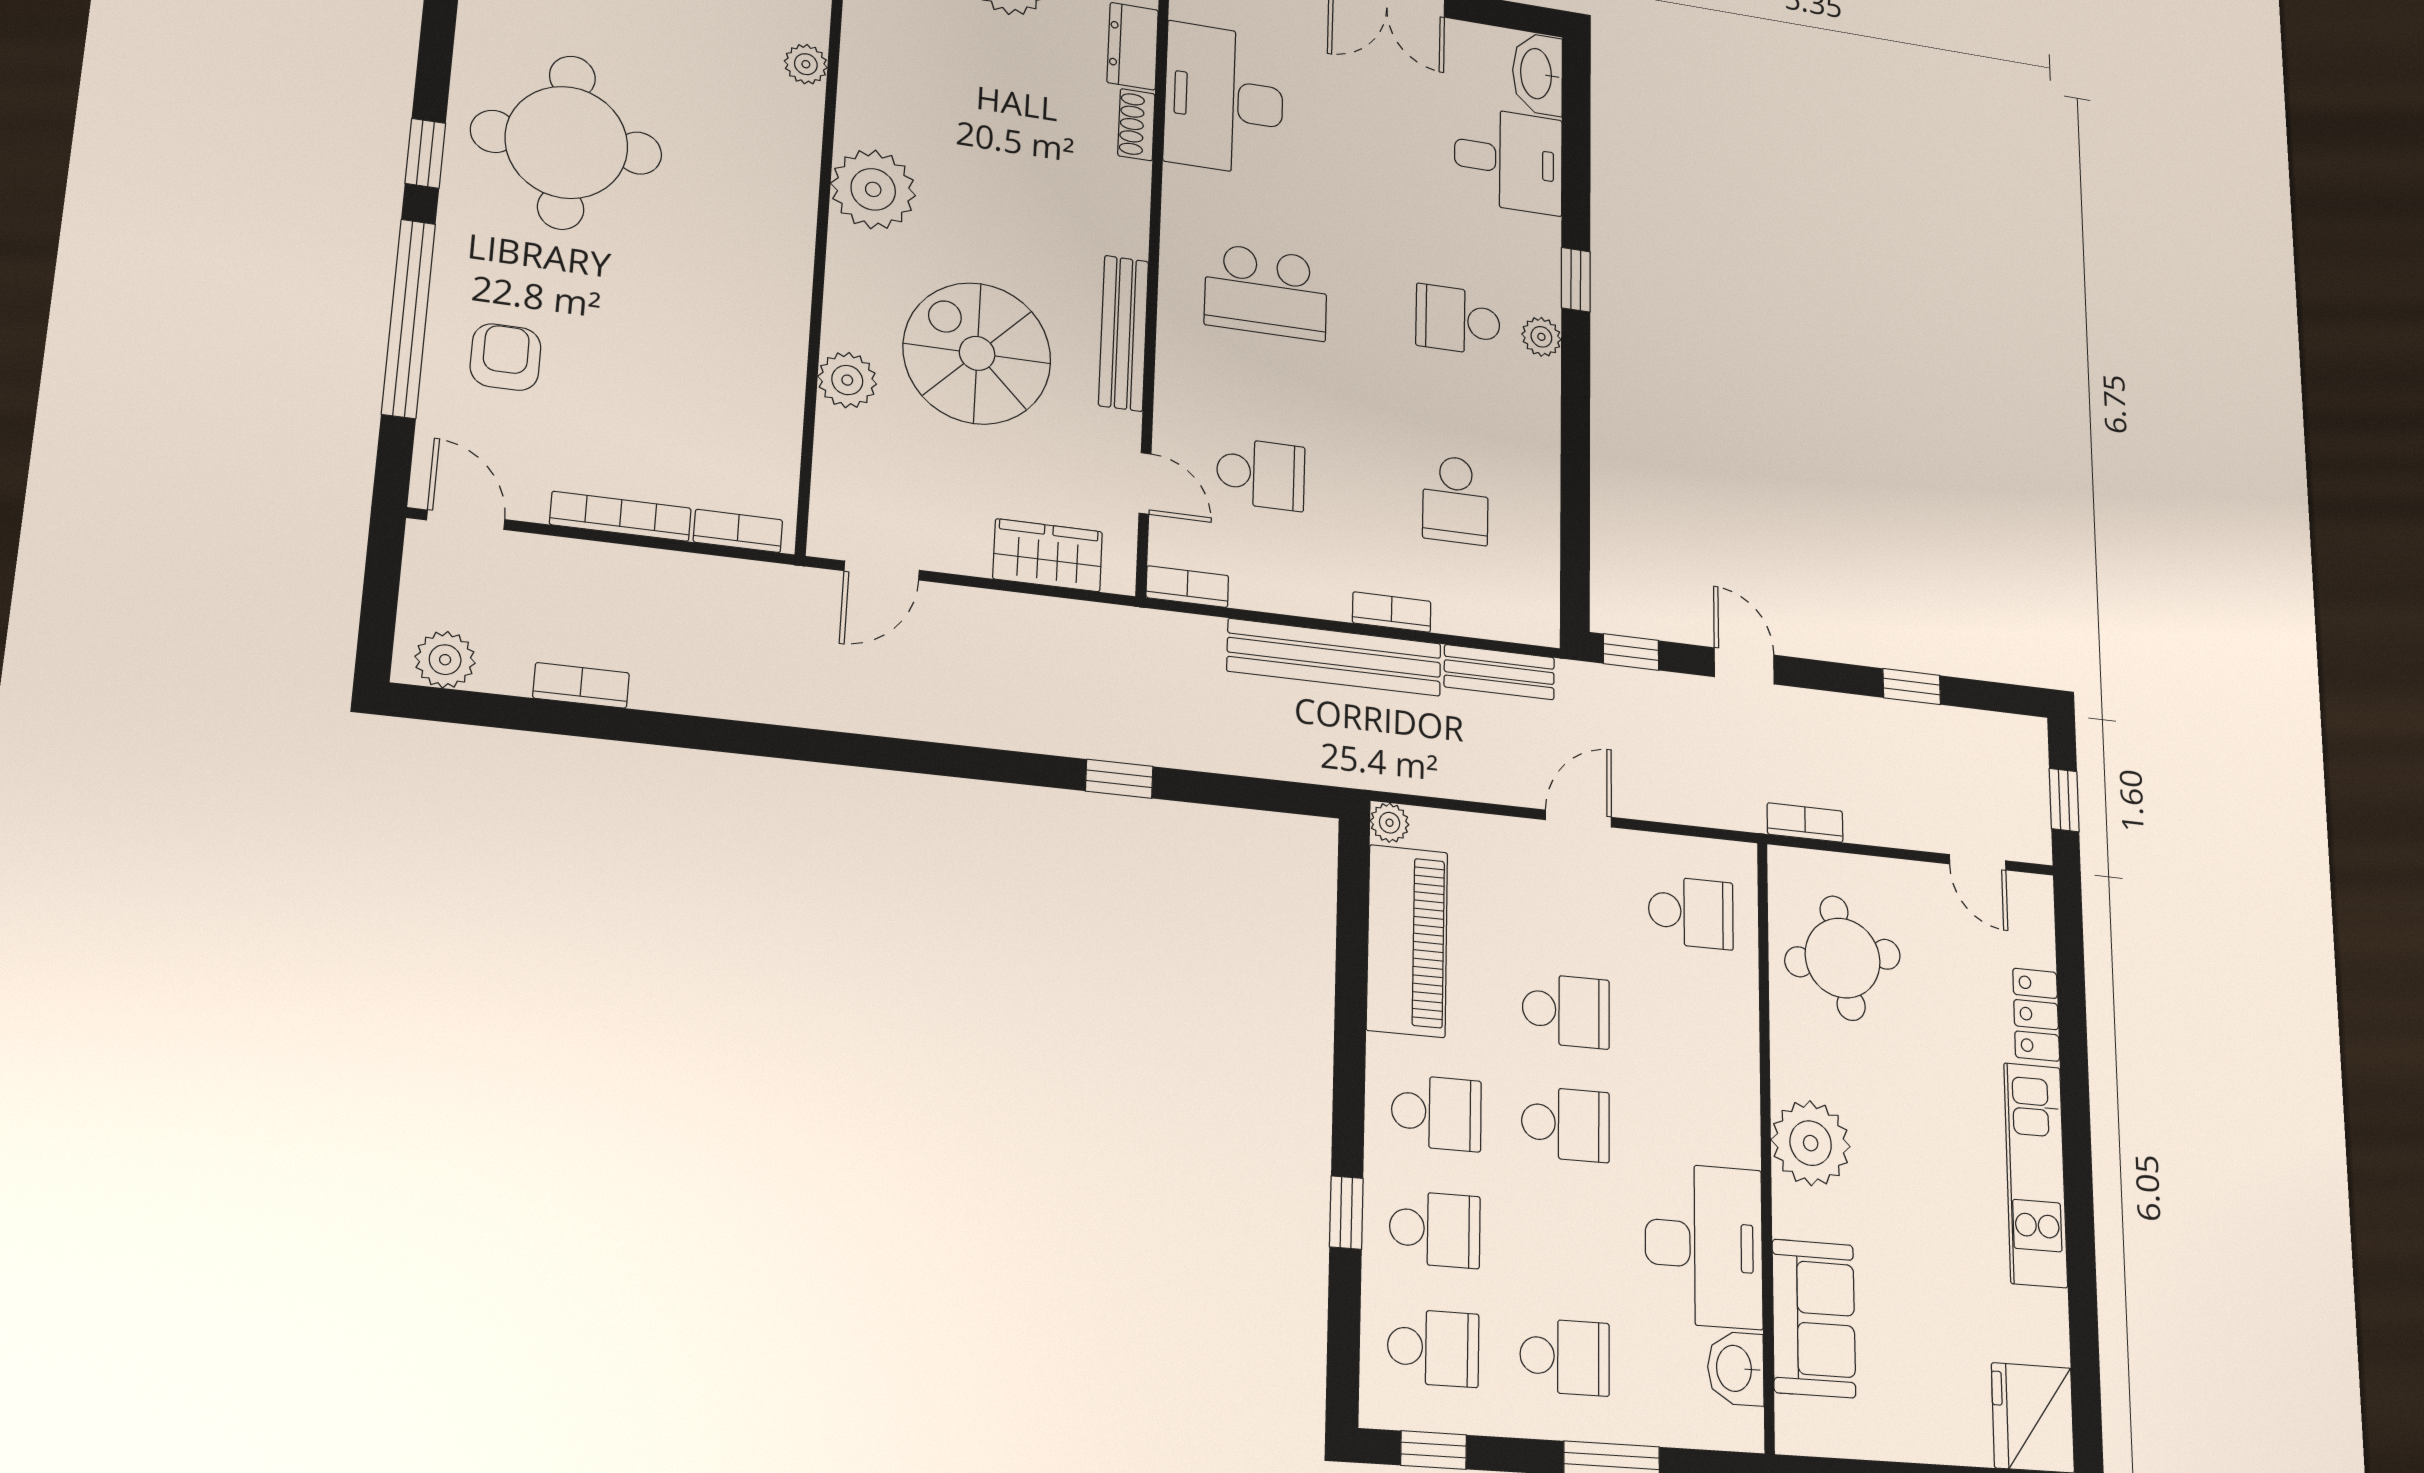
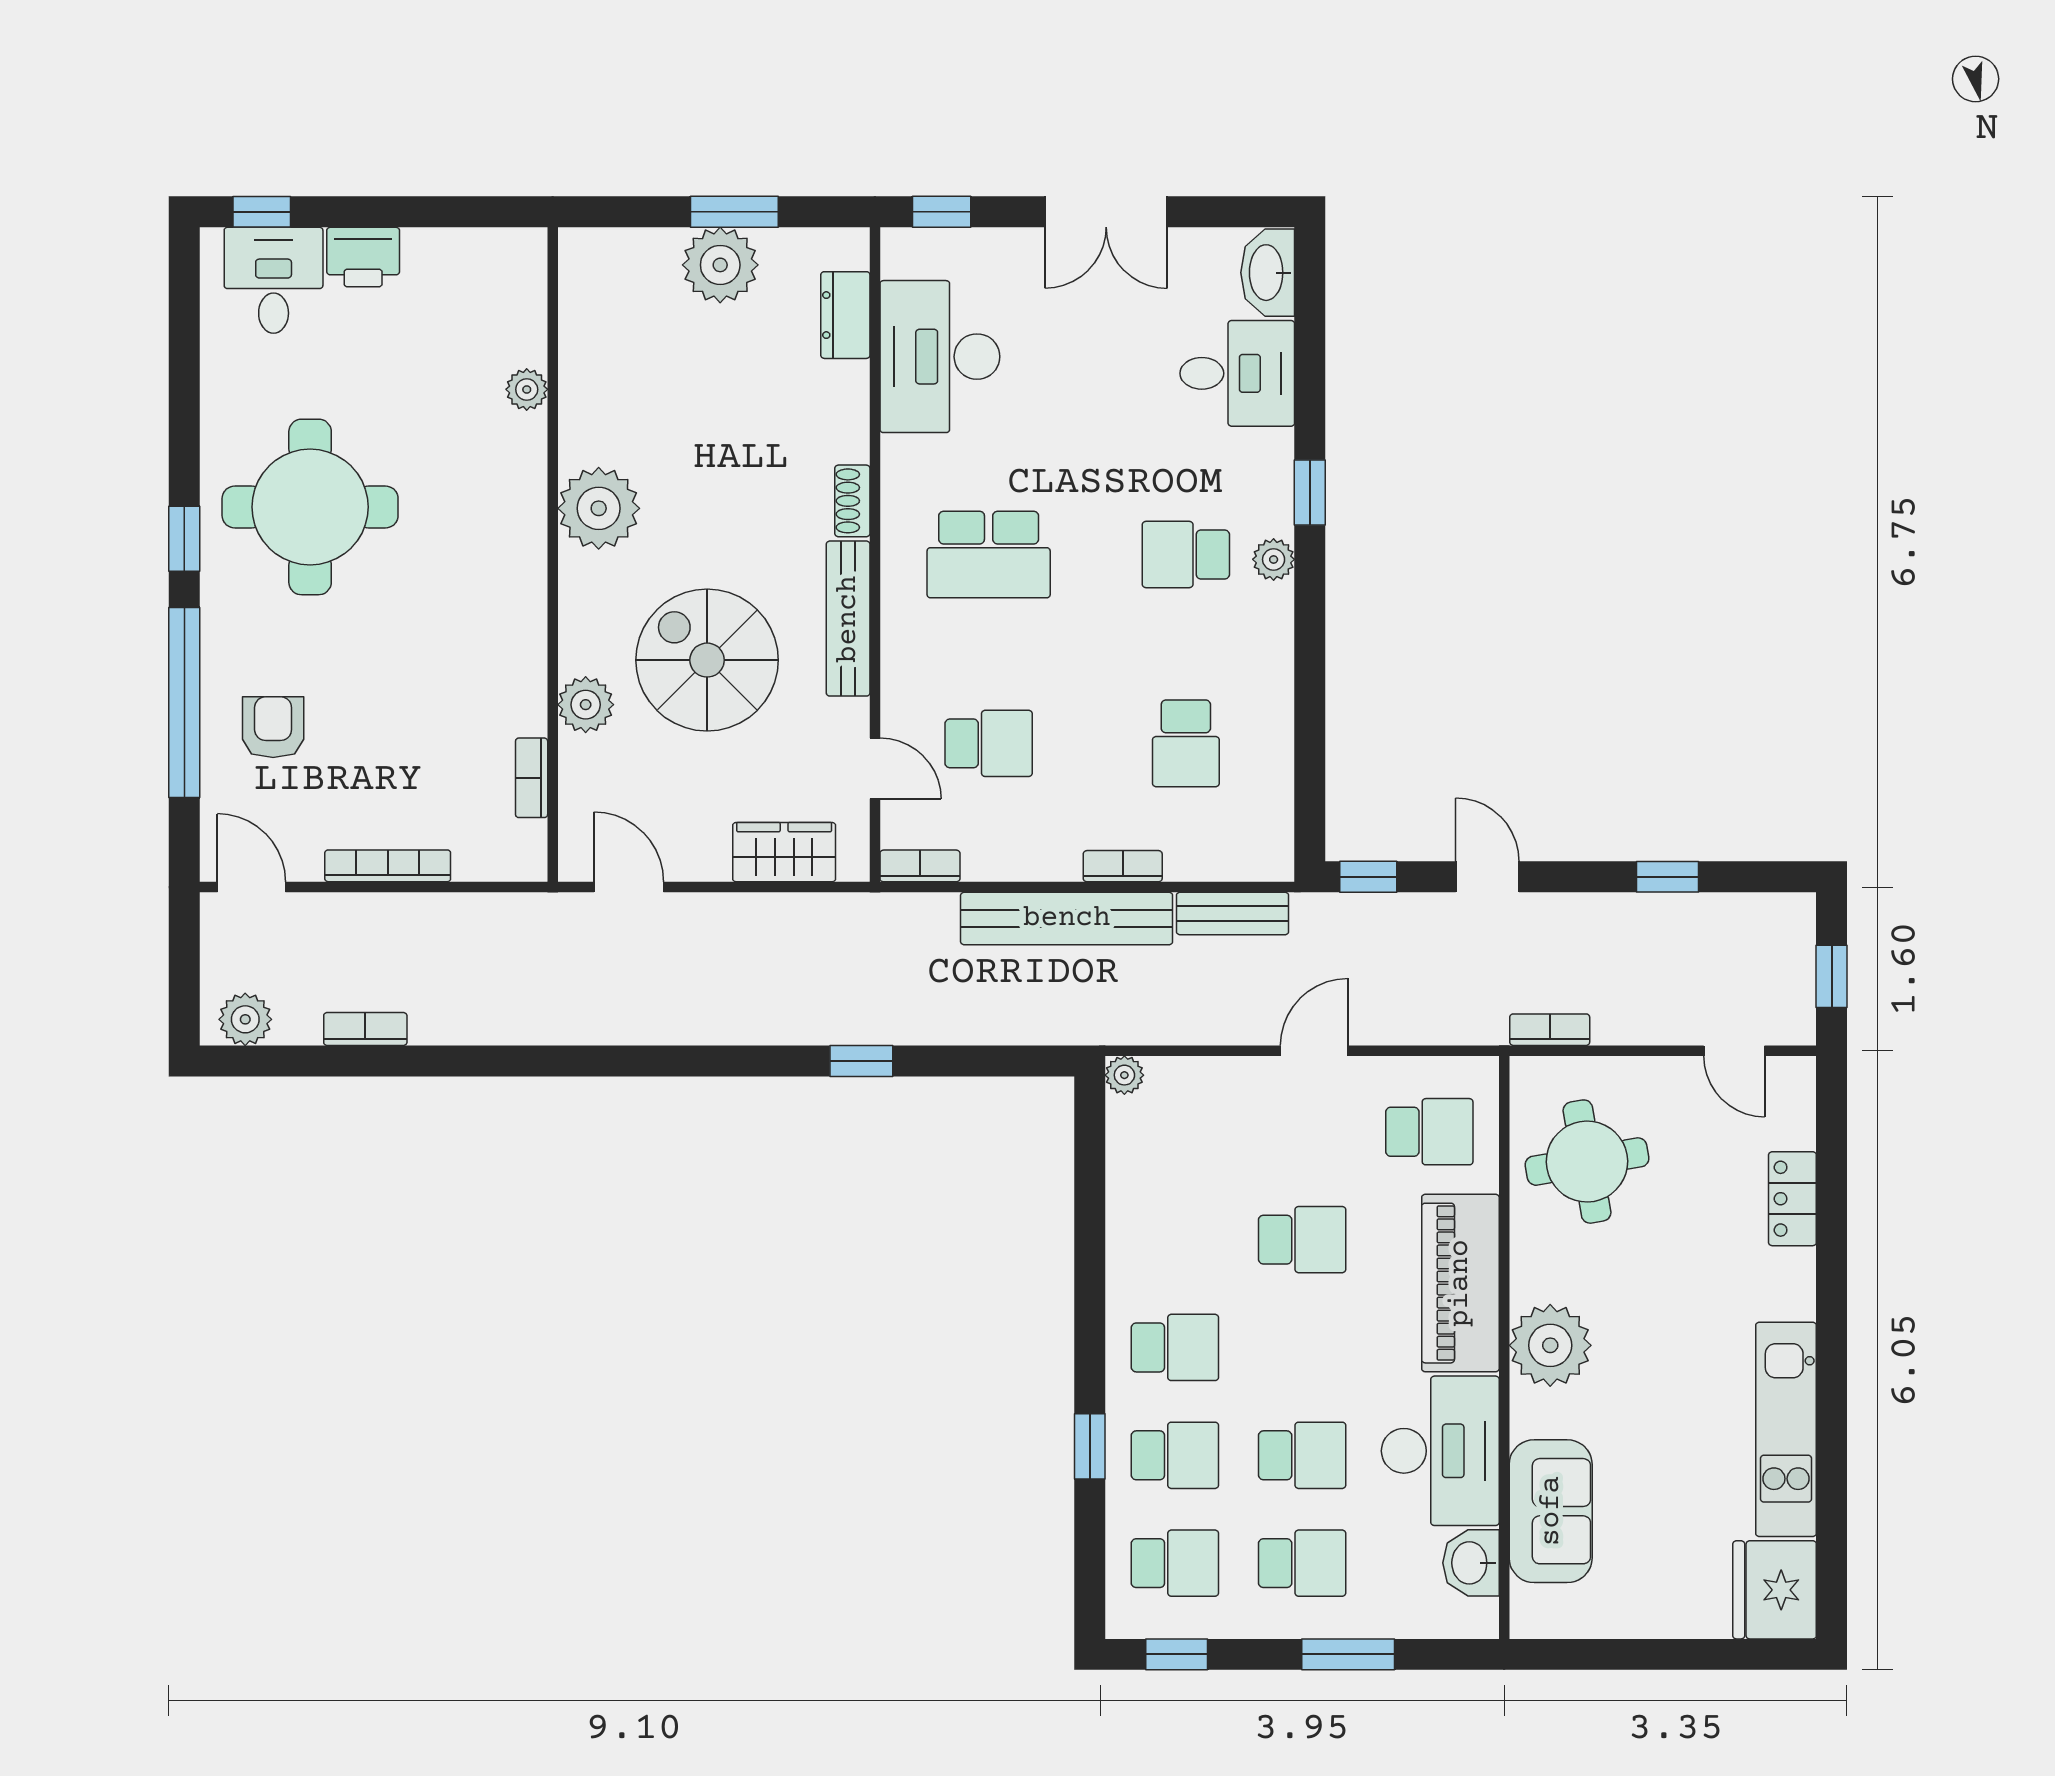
shoe rack: (1136, 125) -> (852, 501), moved
bookcase: (738, 531) -> (532, 778), moved, turned -90
door: (882, 570) -> (629, 887), swing flipped
piano: (1407, 941) -> (1460, 1283), moved, turned 180
school desk: (1566, 1124) -> (1302, 1455), moved
kitchen unit: (2036, 1175) -> (1786, 1429), moved

